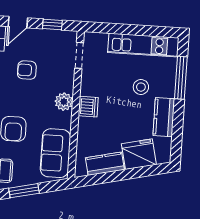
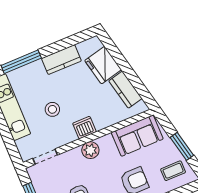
stool: (141, 87) -> (52, 109), moved

